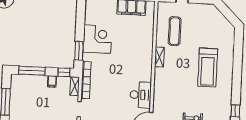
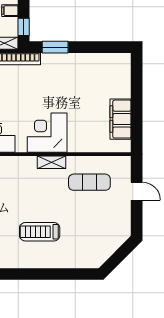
corner desk: (97, 39) -> (47, 133), moved, turned 180
treadmill: (208, 68) -> (40, 232), width x0.73, depth x0.73

